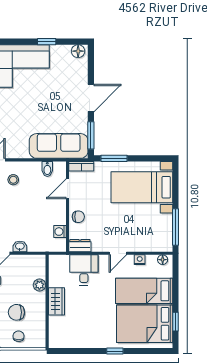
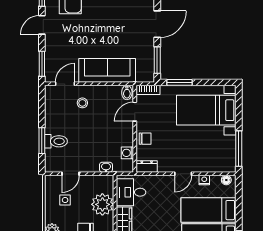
sofa: (59, 146) -> (107, 70), moved
bidet: (47, 169) -> (127, 92), moved
washbasin: (20, 246) -> (106, 167), moved
desk: (84, 270) -> (131, 192), moved, turned -90
plant: (39, 285) -> (102, 204), width x1.88, depth x1.88

